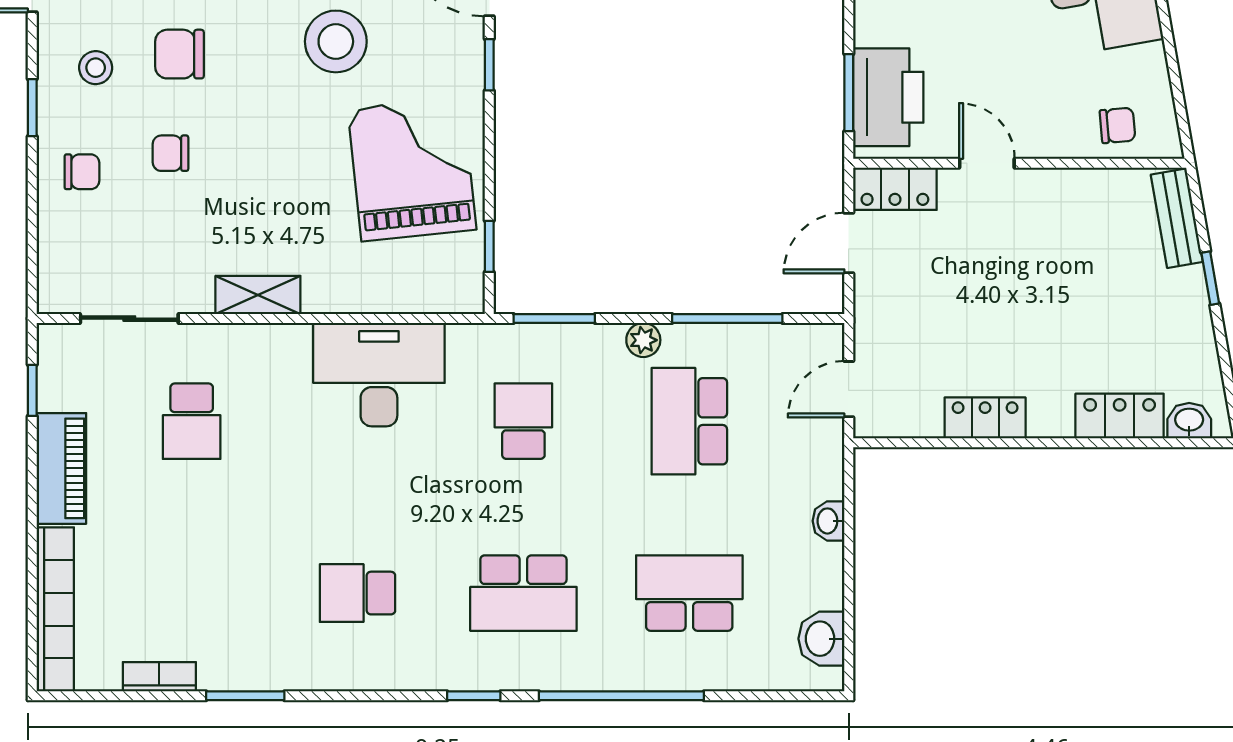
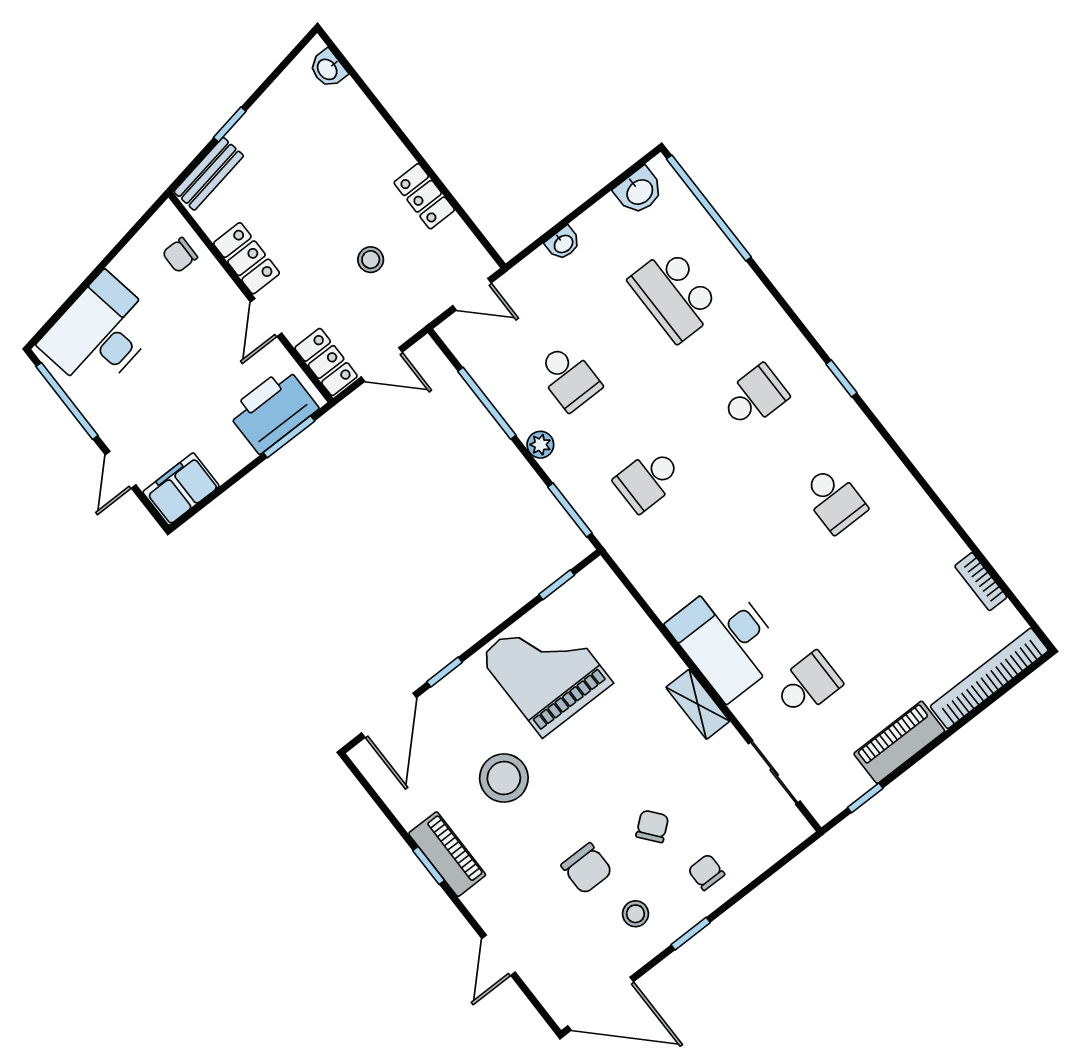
chair: (1118, 125) -> (180, 255), turned -85
chair: (170, 153) -> (652, 826), turned -129
grand piano: (412, 169) -> (546, 670), turned 96
stool: (963, 314) -> (371, 260), added
desk: (379, 375) -> (727, 640), moved
locker: (1120, 416) -> (246, 258), moved, turned 180
school desk: (689, 421) -> (568, 377), width x0.54
school desk: (523, 593) -> (754, 397), width x0.54
window: (245, 696) -> (951, 519), removed
window: (621, 696) -> (709, 208), moved

